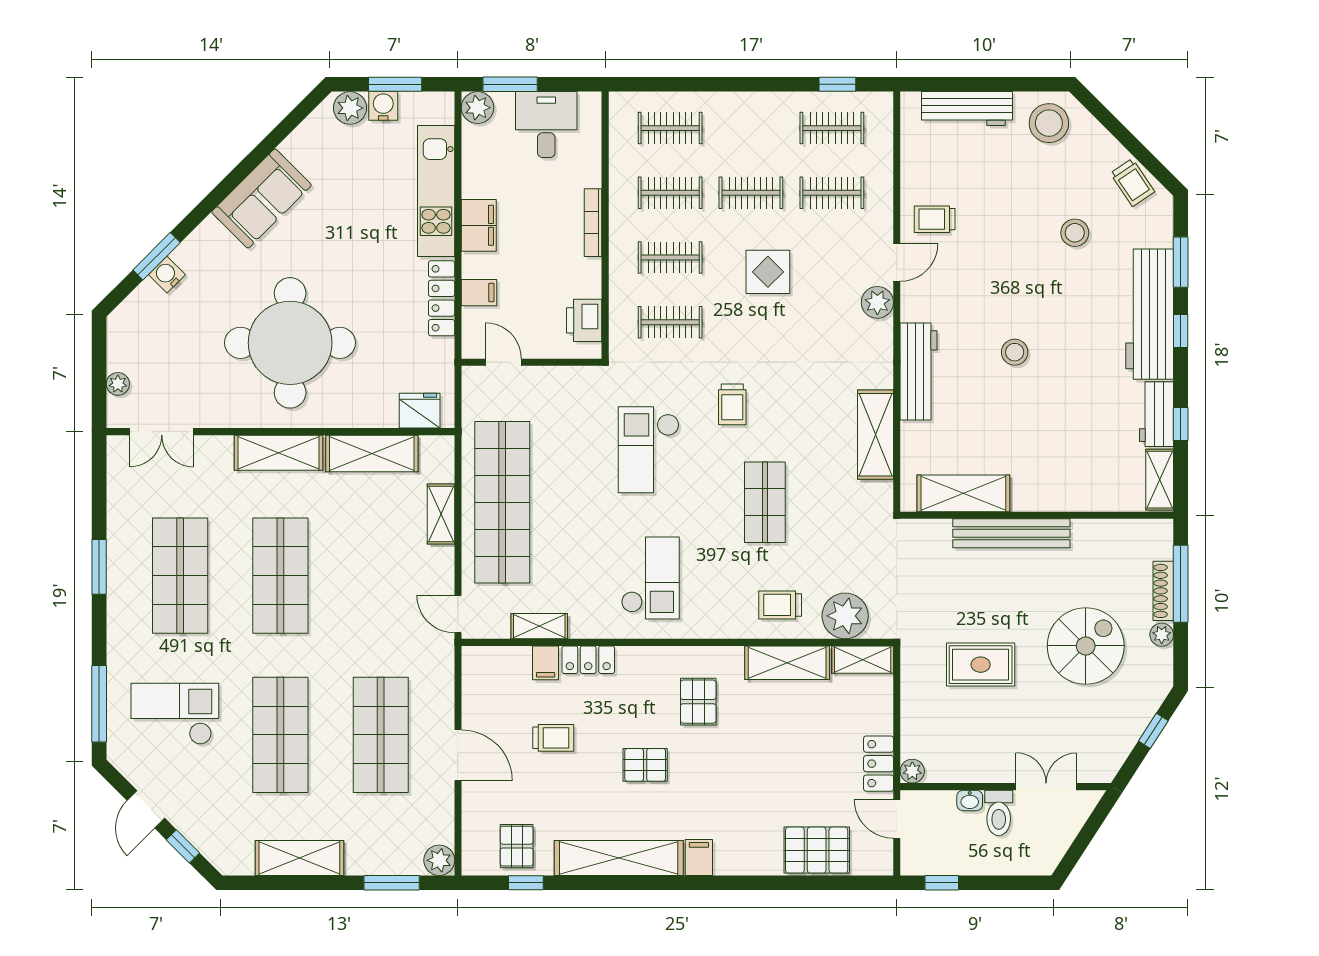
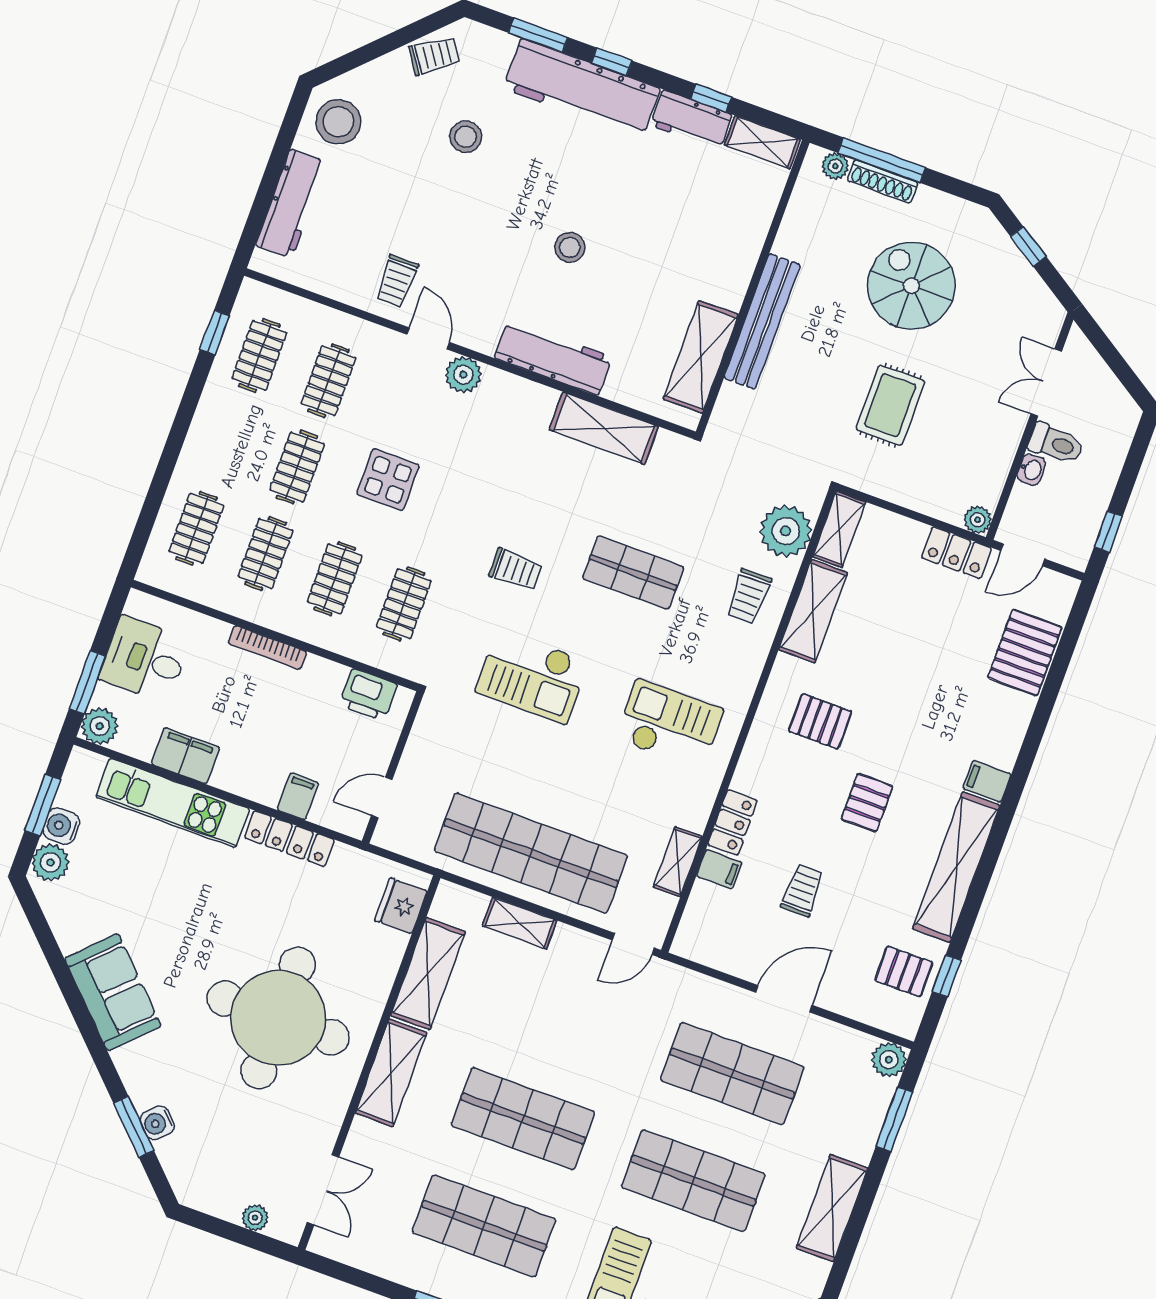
filing cabinet: (479, 225) -> (185, 756), moved
plant: (1162, 635) -> (835, 166), moved

